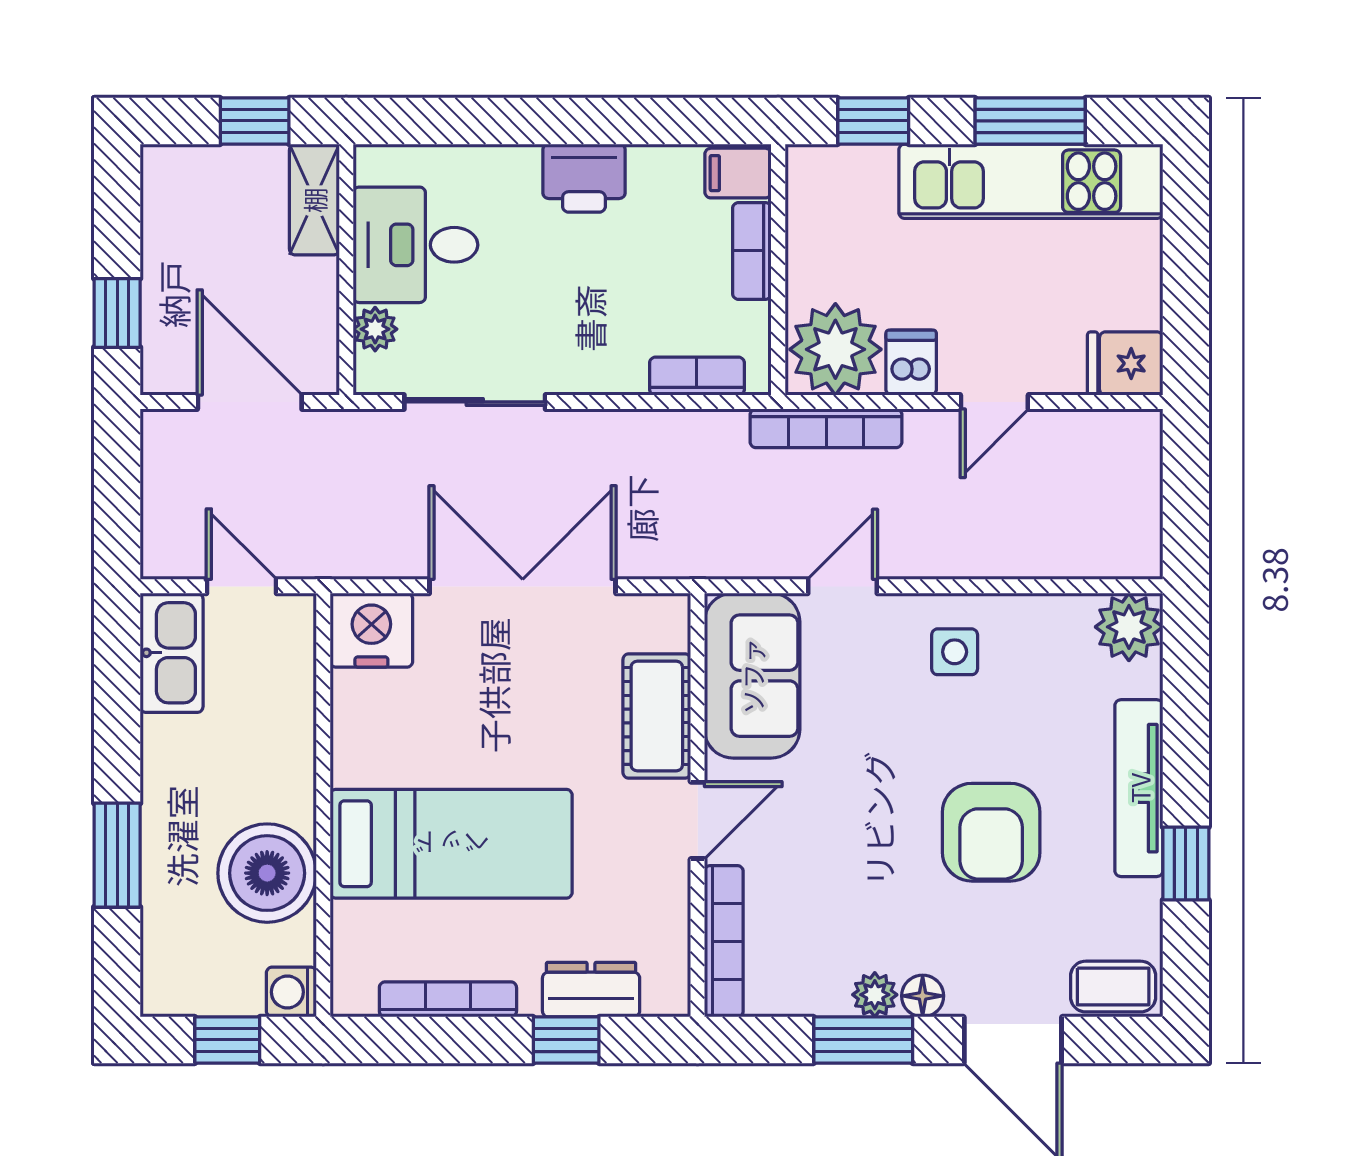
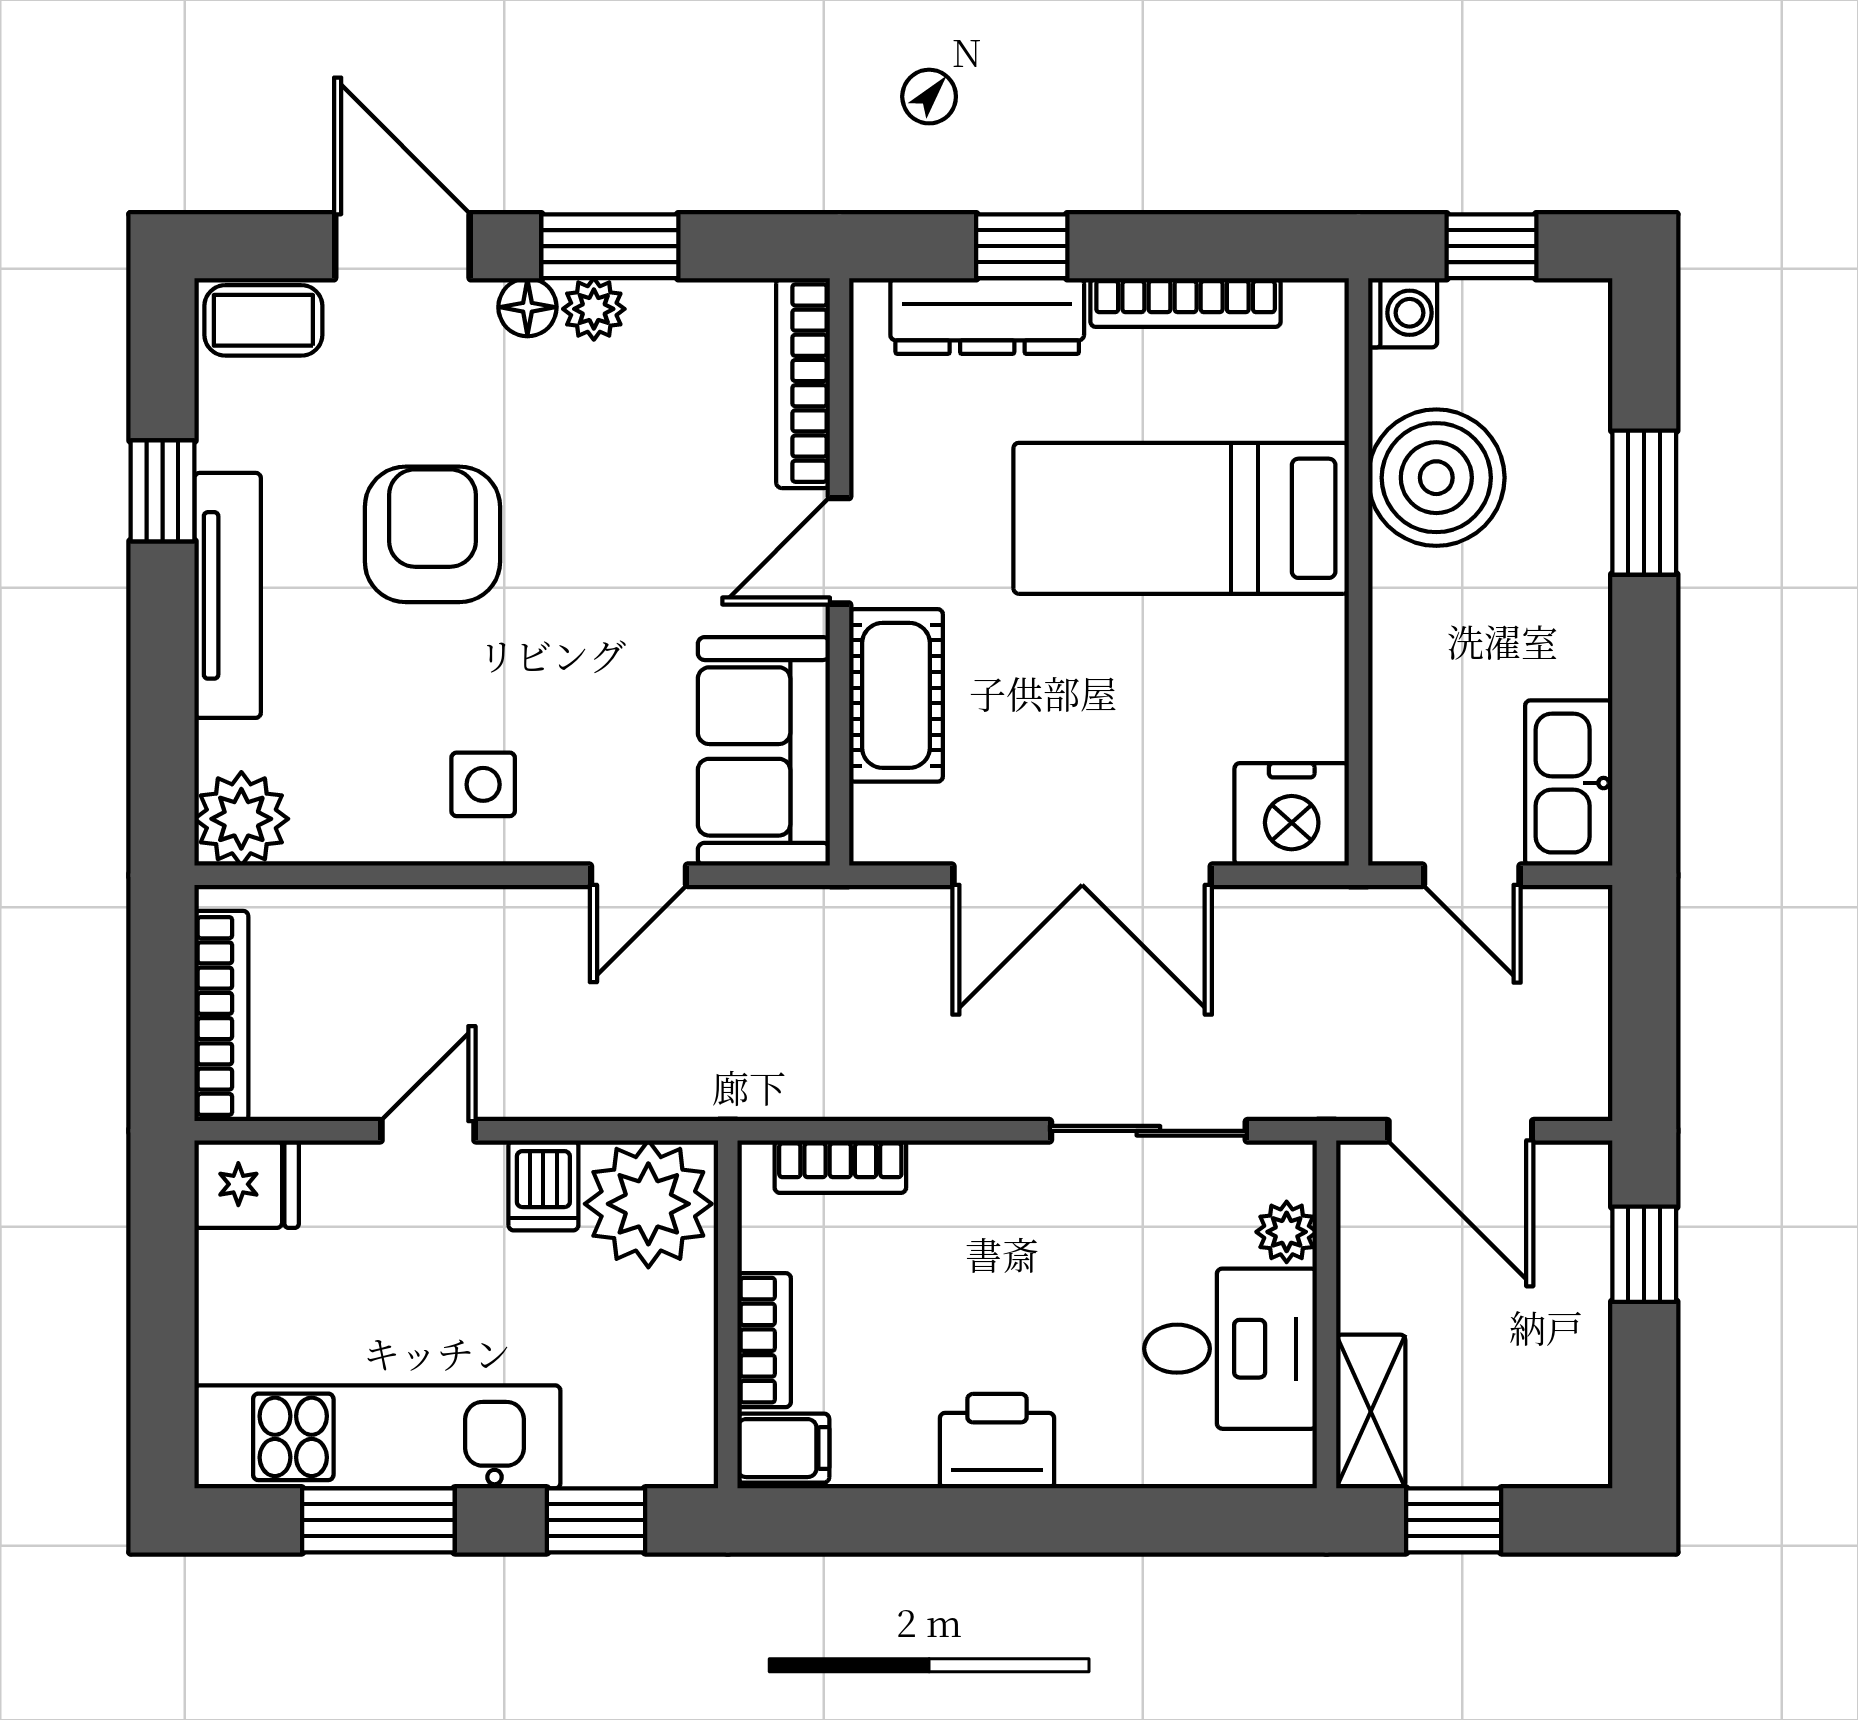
bookcase: (826, 428) -> (221, 1016), moved, turned 90
dresser: (591, 990) -> (987, 316), width x1.44

